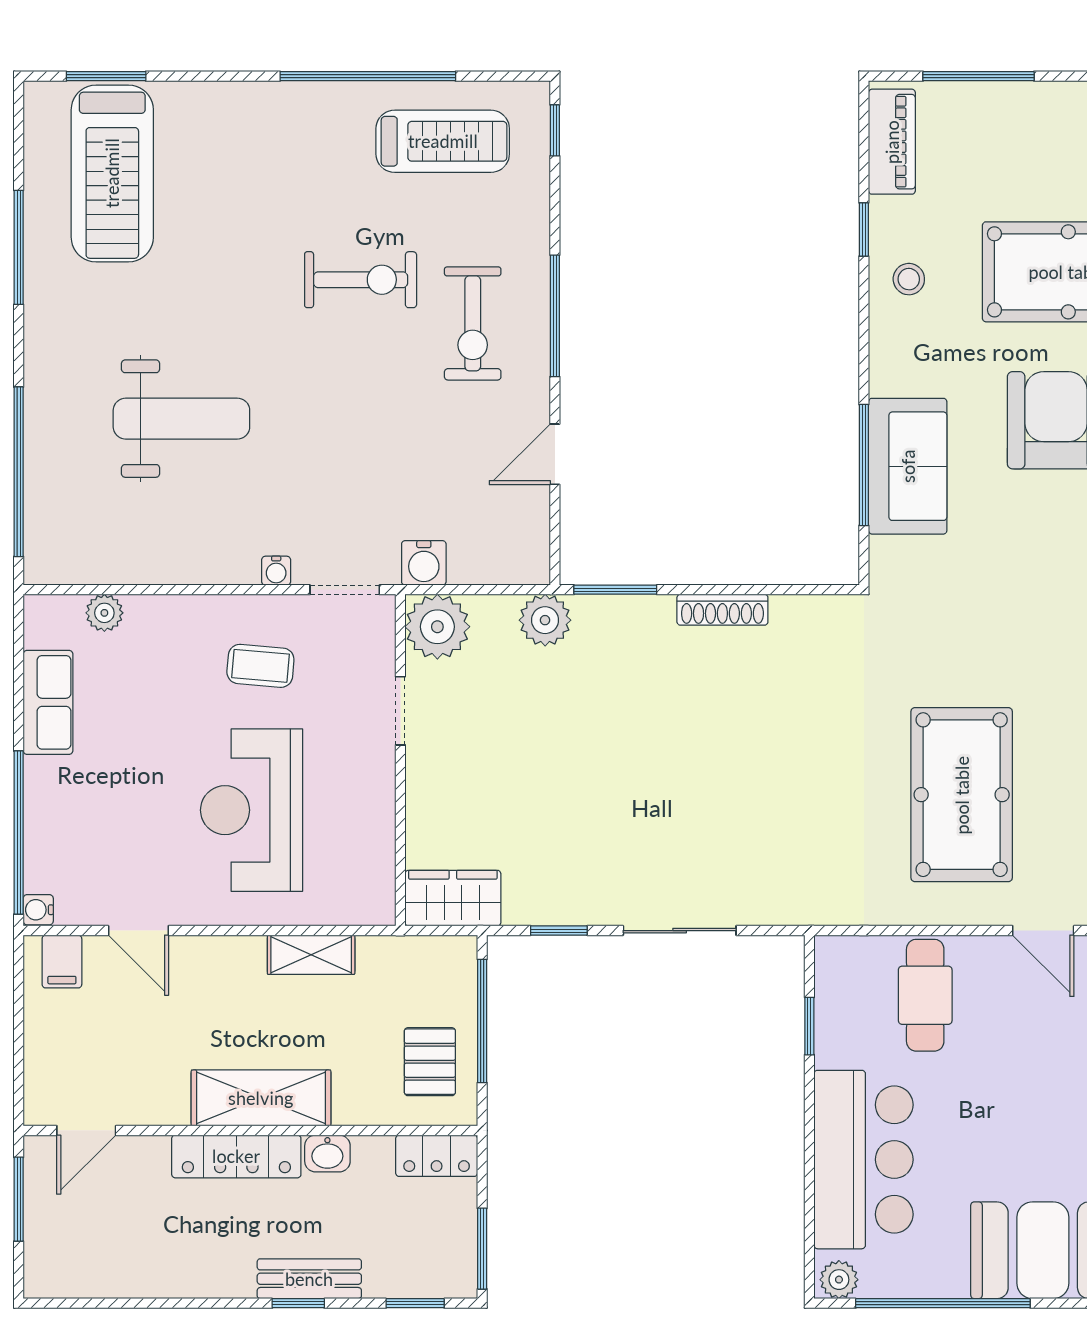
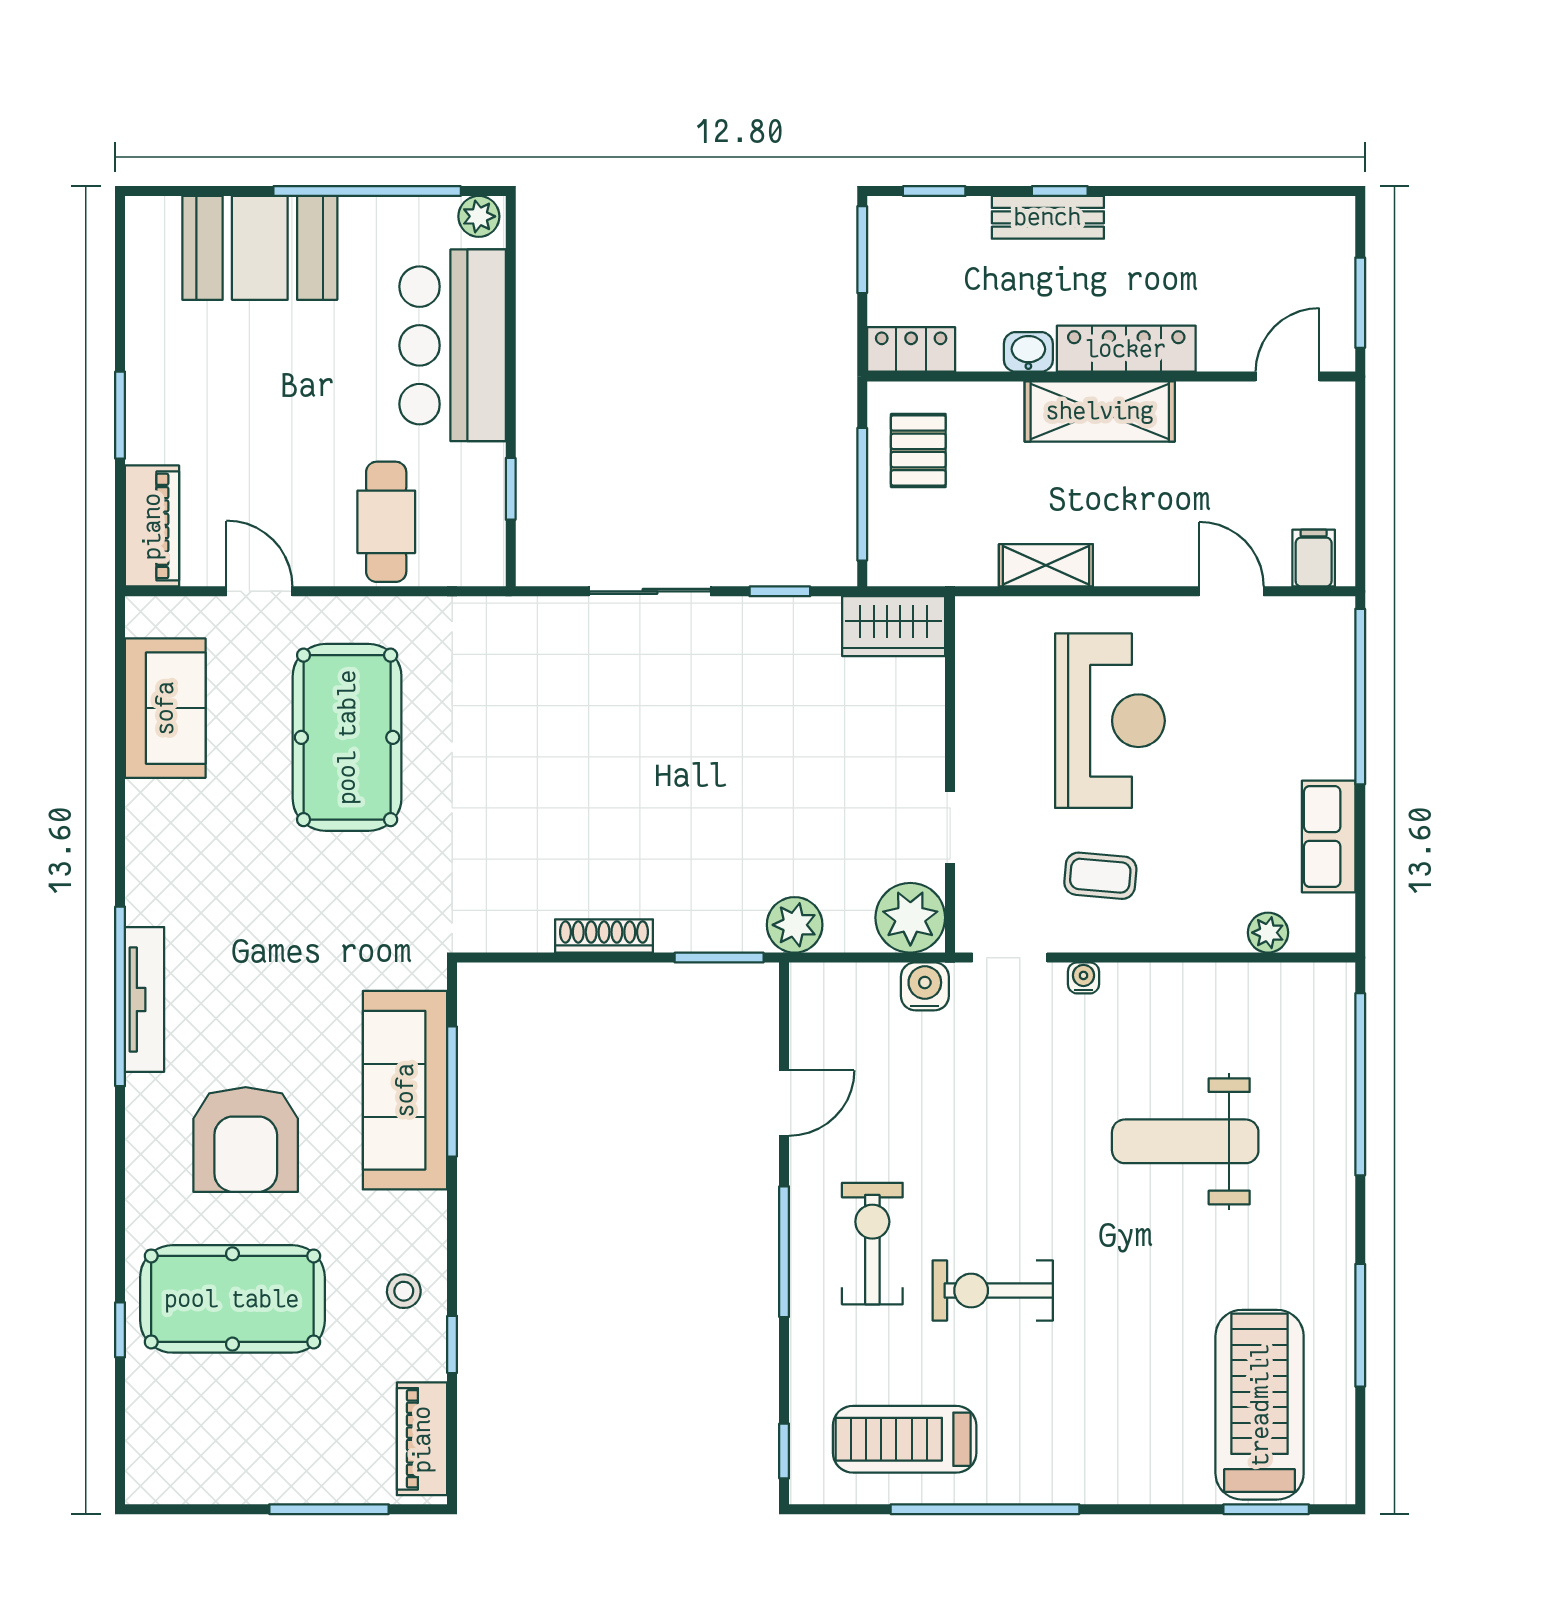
sofa: (908, 466) -> (405, 1090), width x1.36
water cooler: (38, 910) -> (1339, 614), removed

